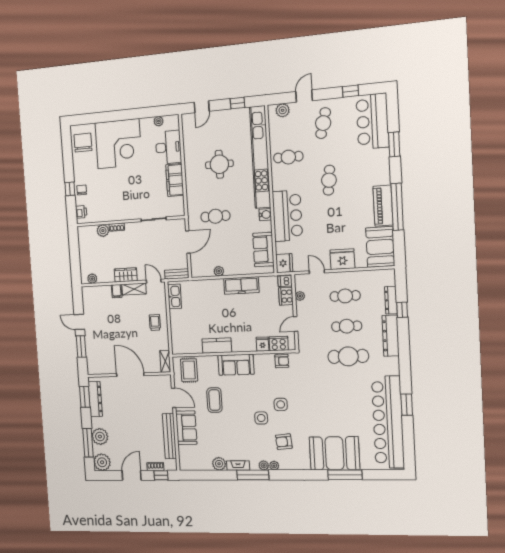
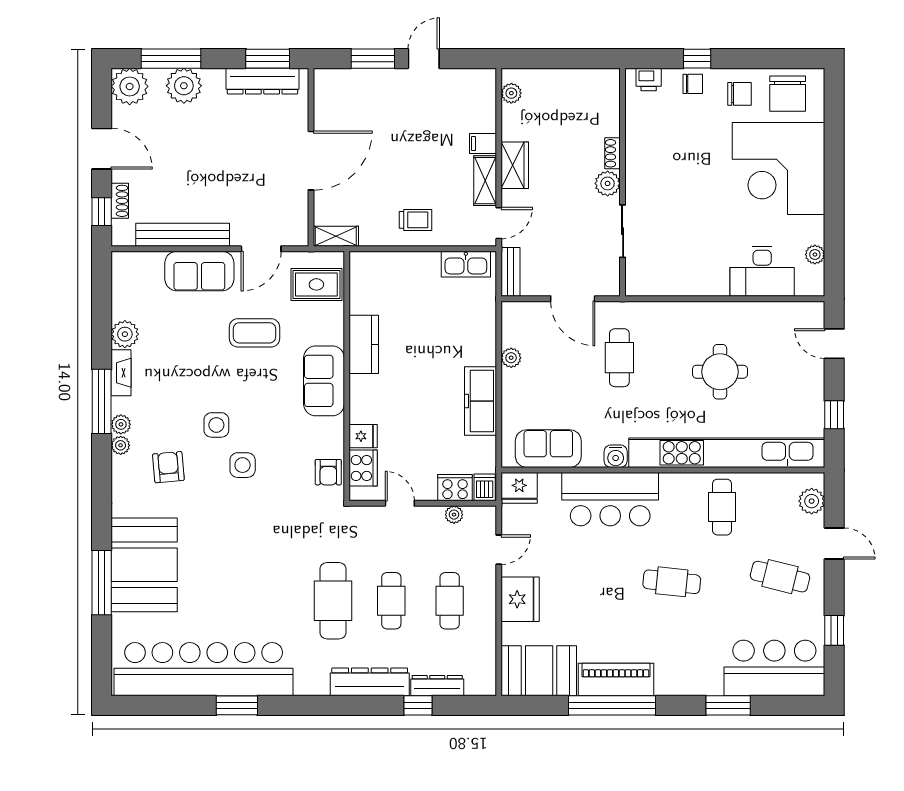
chair: (83, 143) -> (788, 94), turned 90
chair: (85, 166) -> (739, 94), added
filing cabinet: (175, 180) -> (697, 280), removed
plant: (103, 231) -> (608, 183), moved

